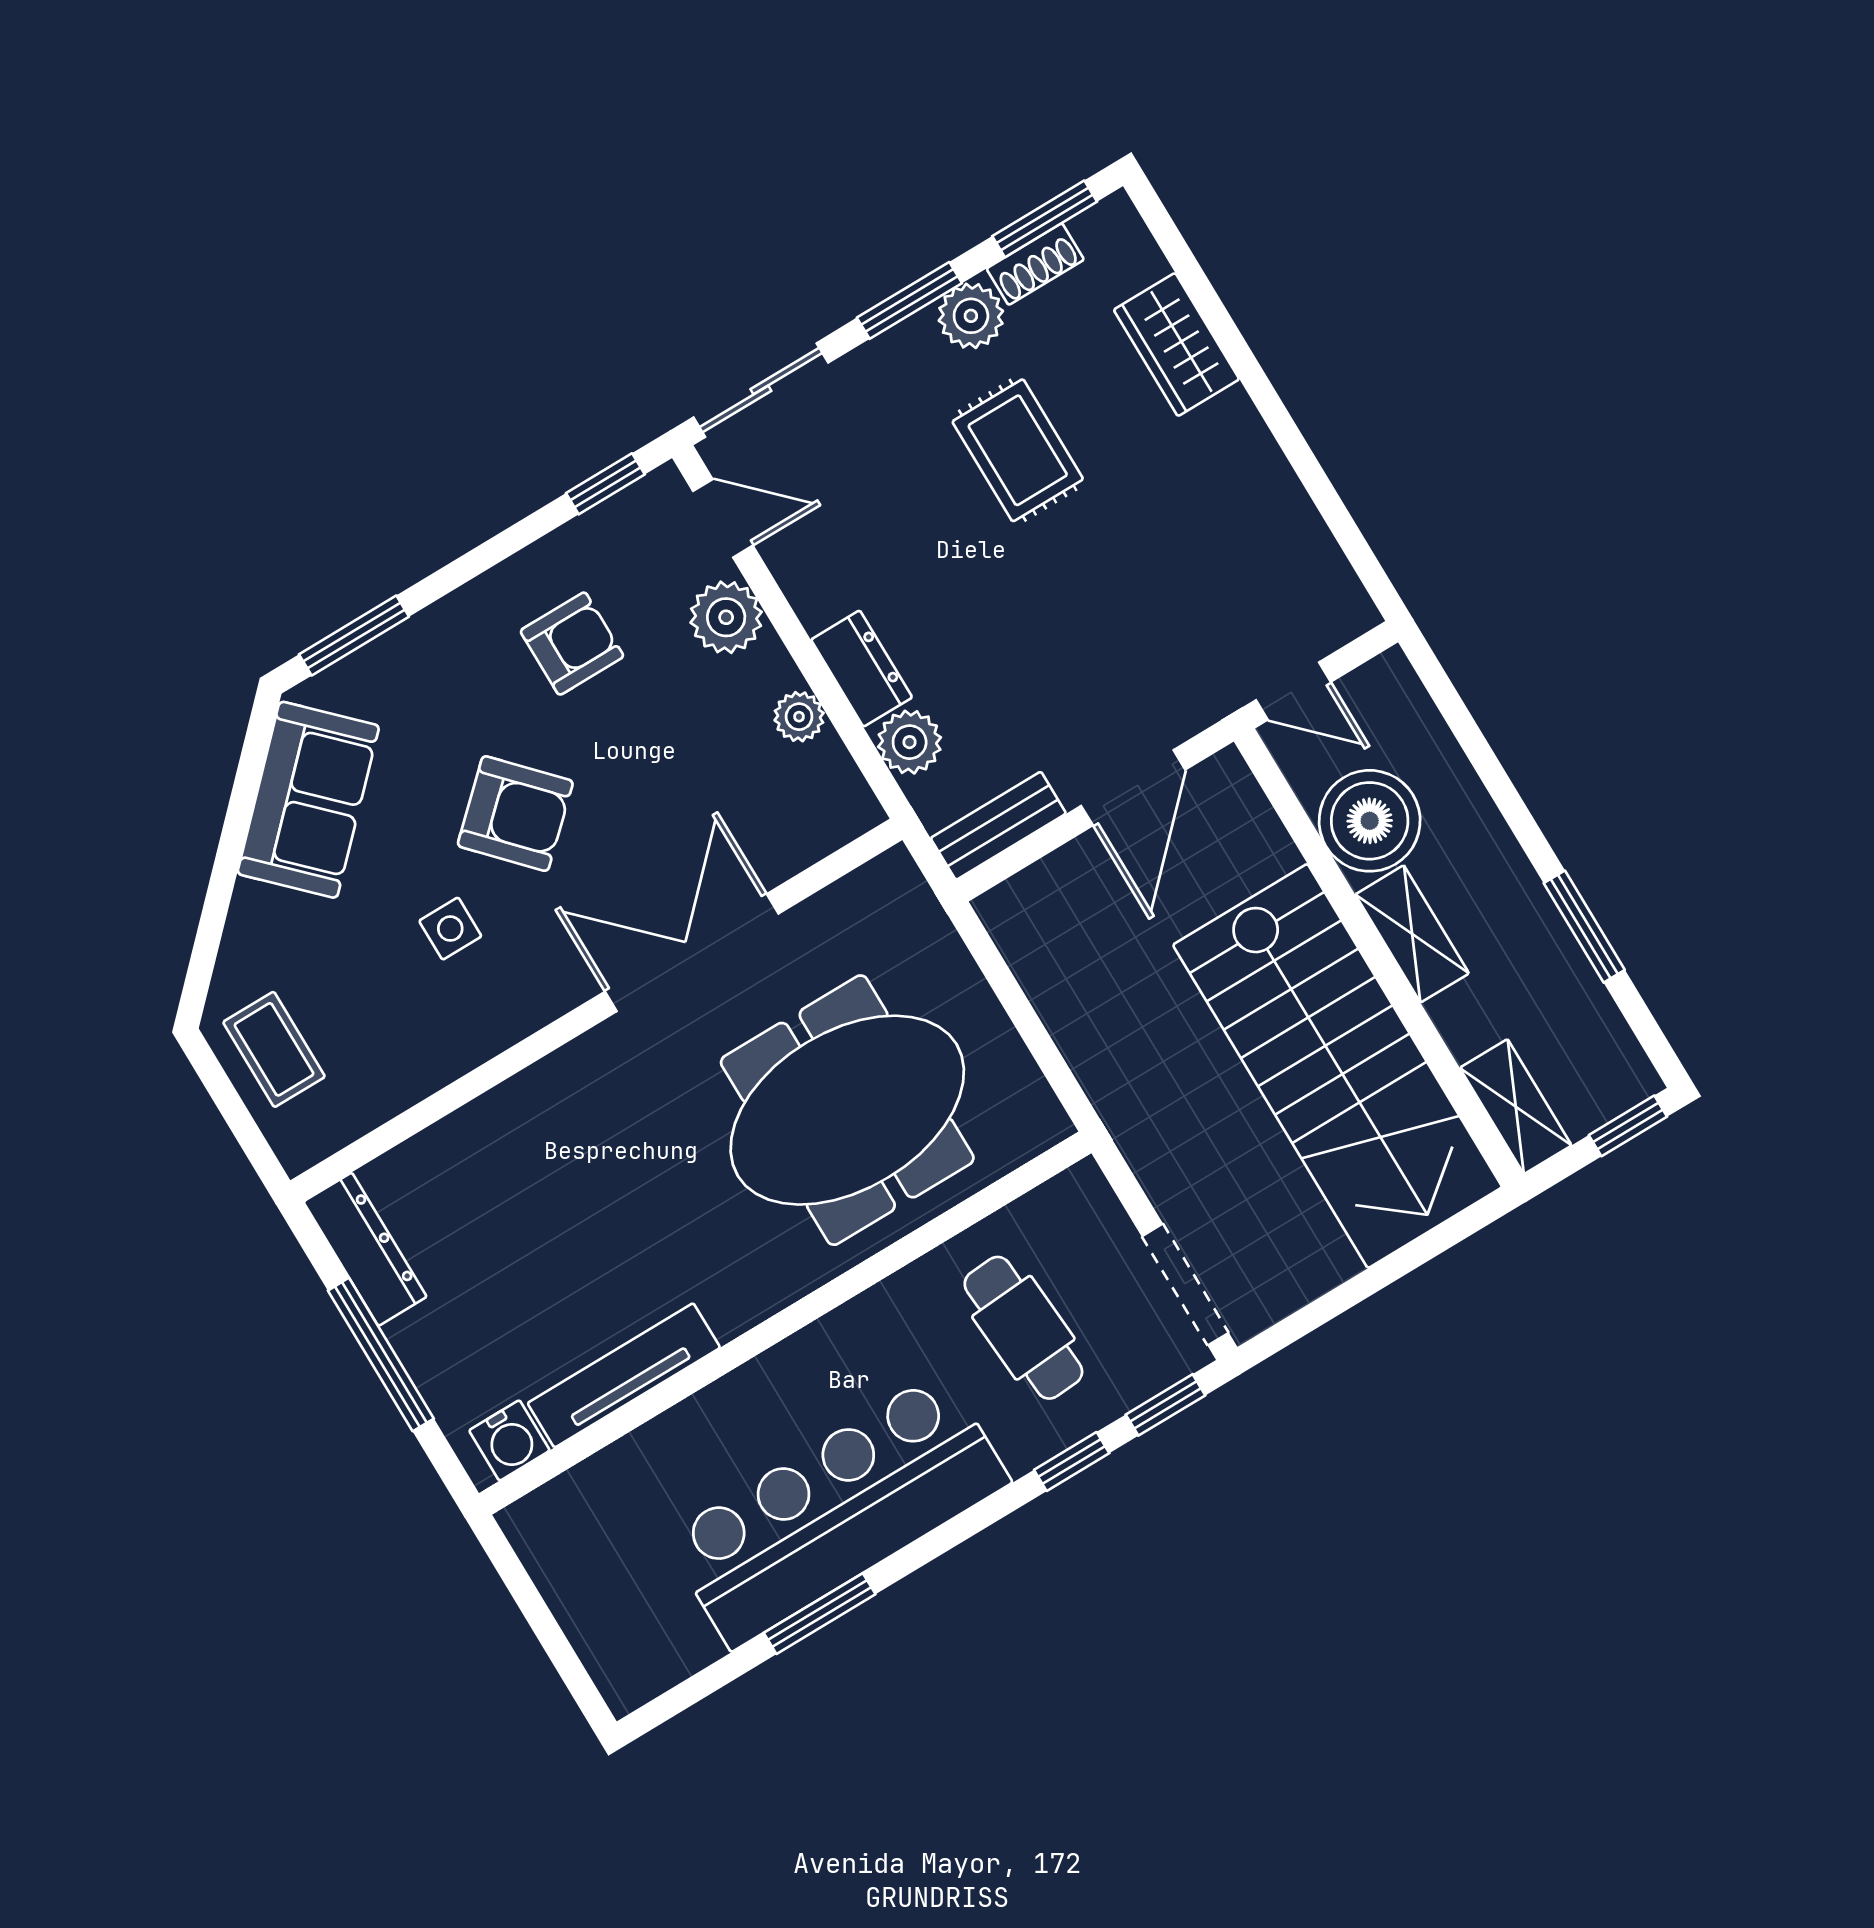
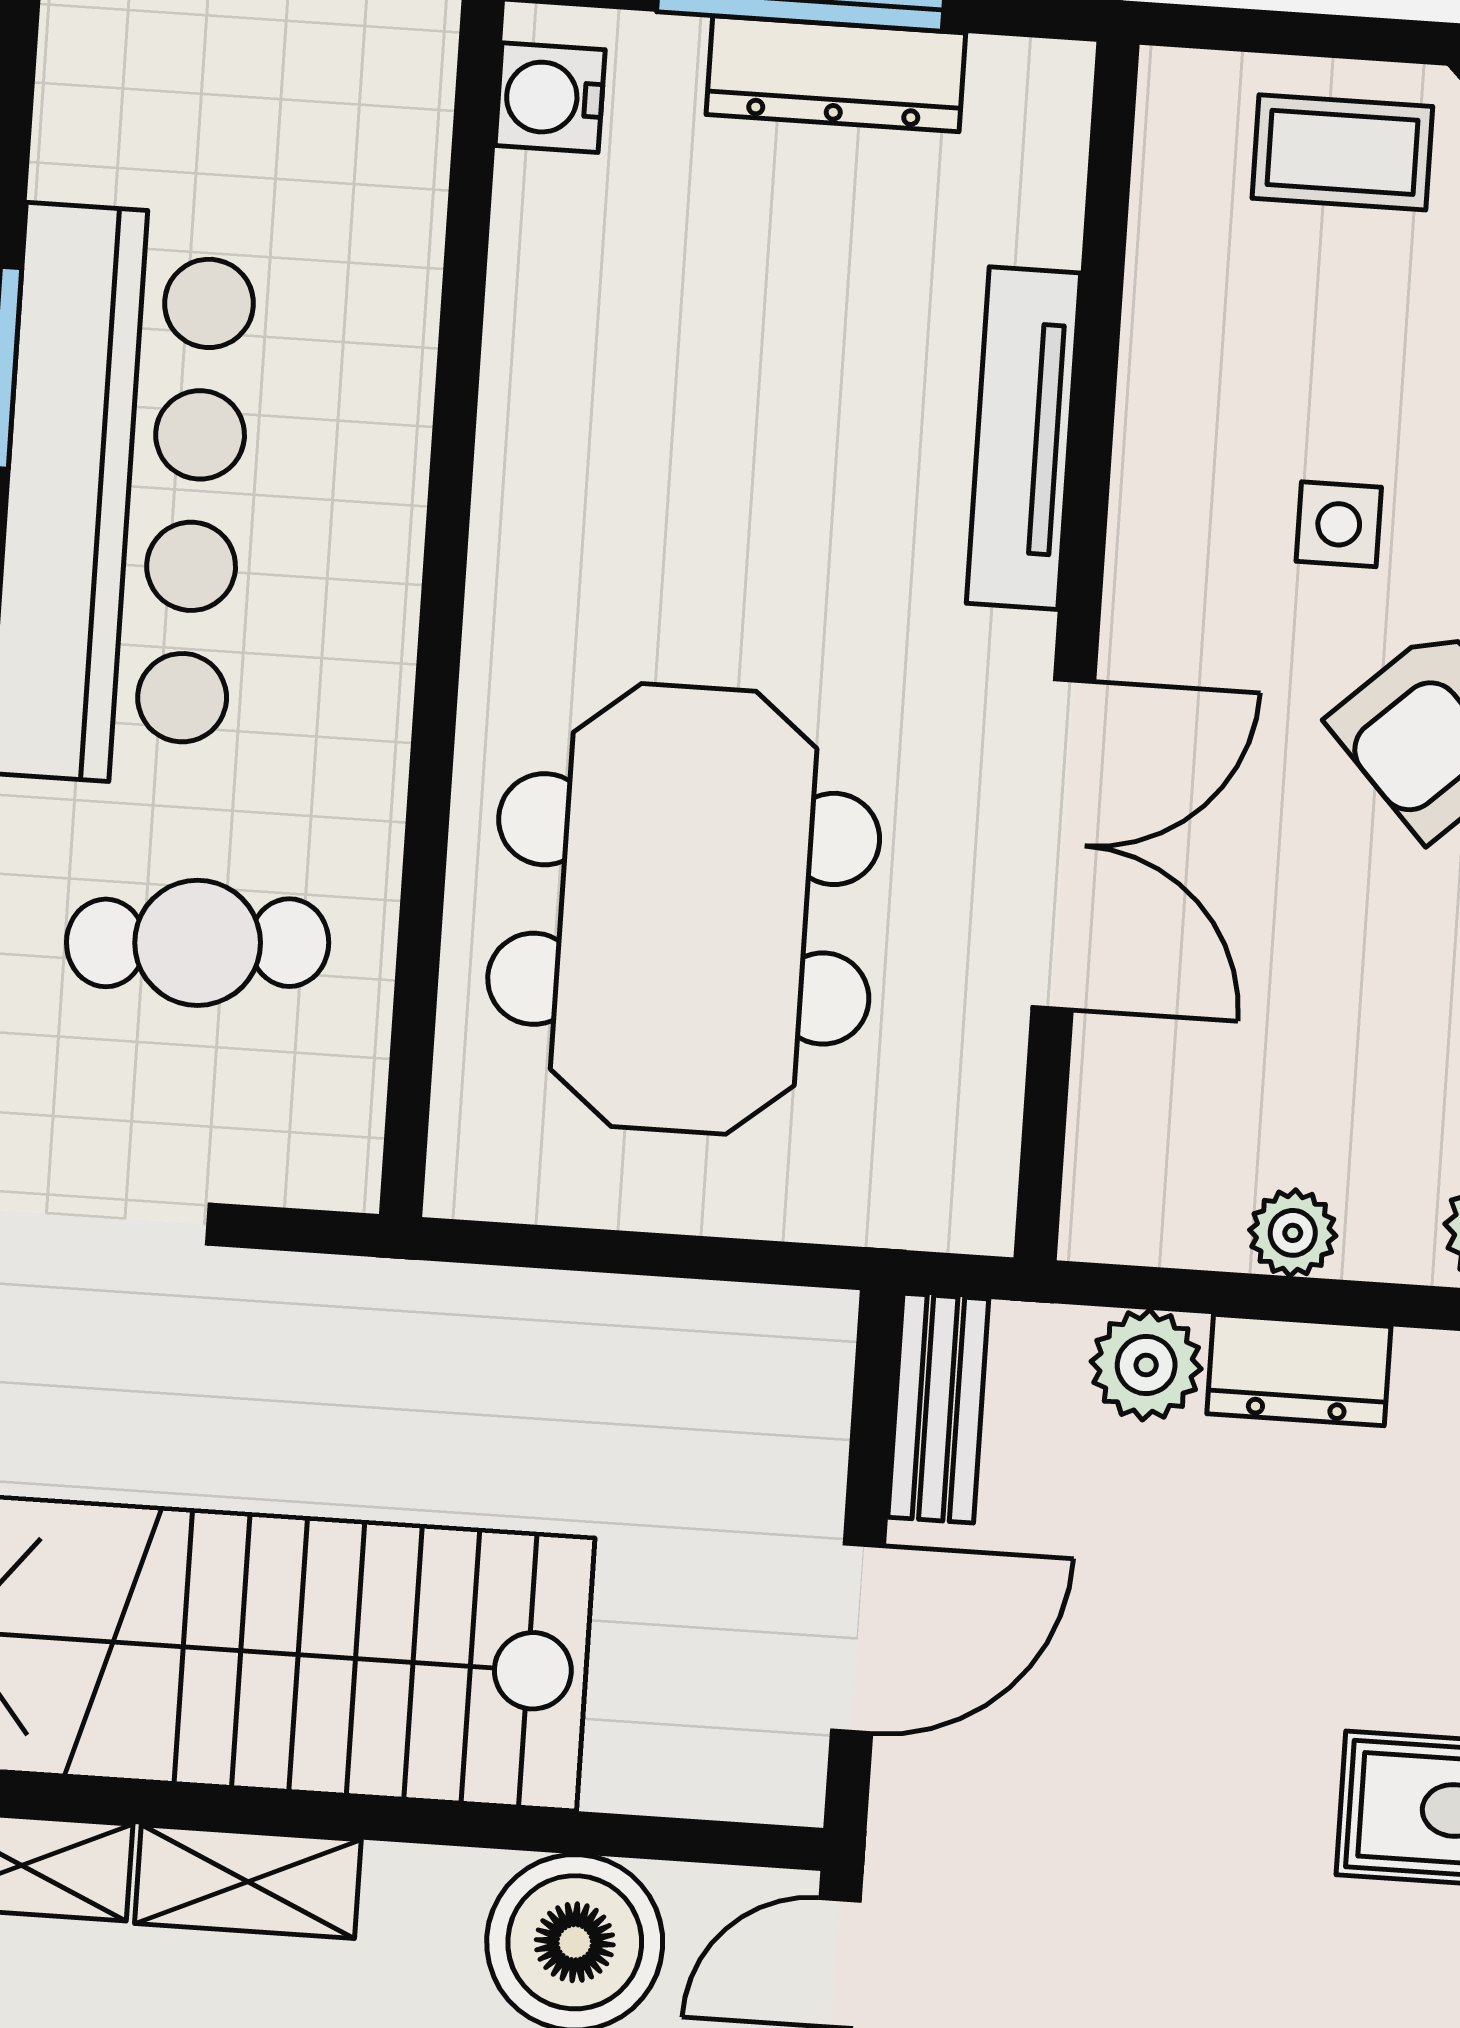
door: (1133, 788) -> (858, 1638), swing flipped
shelving: (1412, 934) -> (248, 1882), moved
dresser: (365, 1249) -> (836, 74), moved
tv unit: (624, 1375) -> (1024, 438), moved, turned 180

